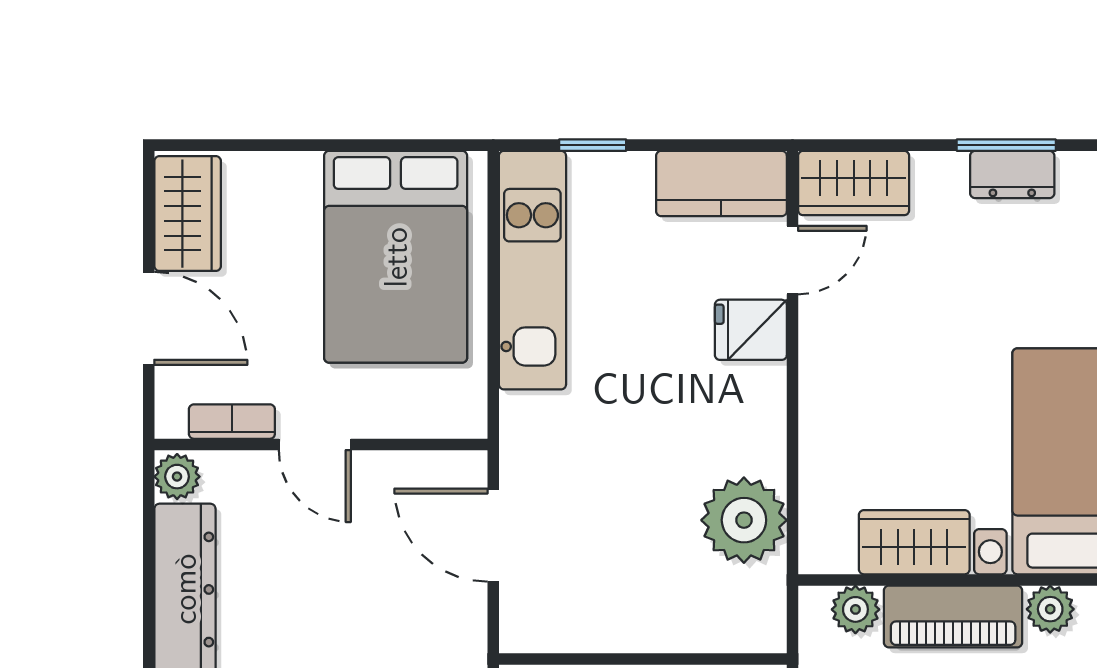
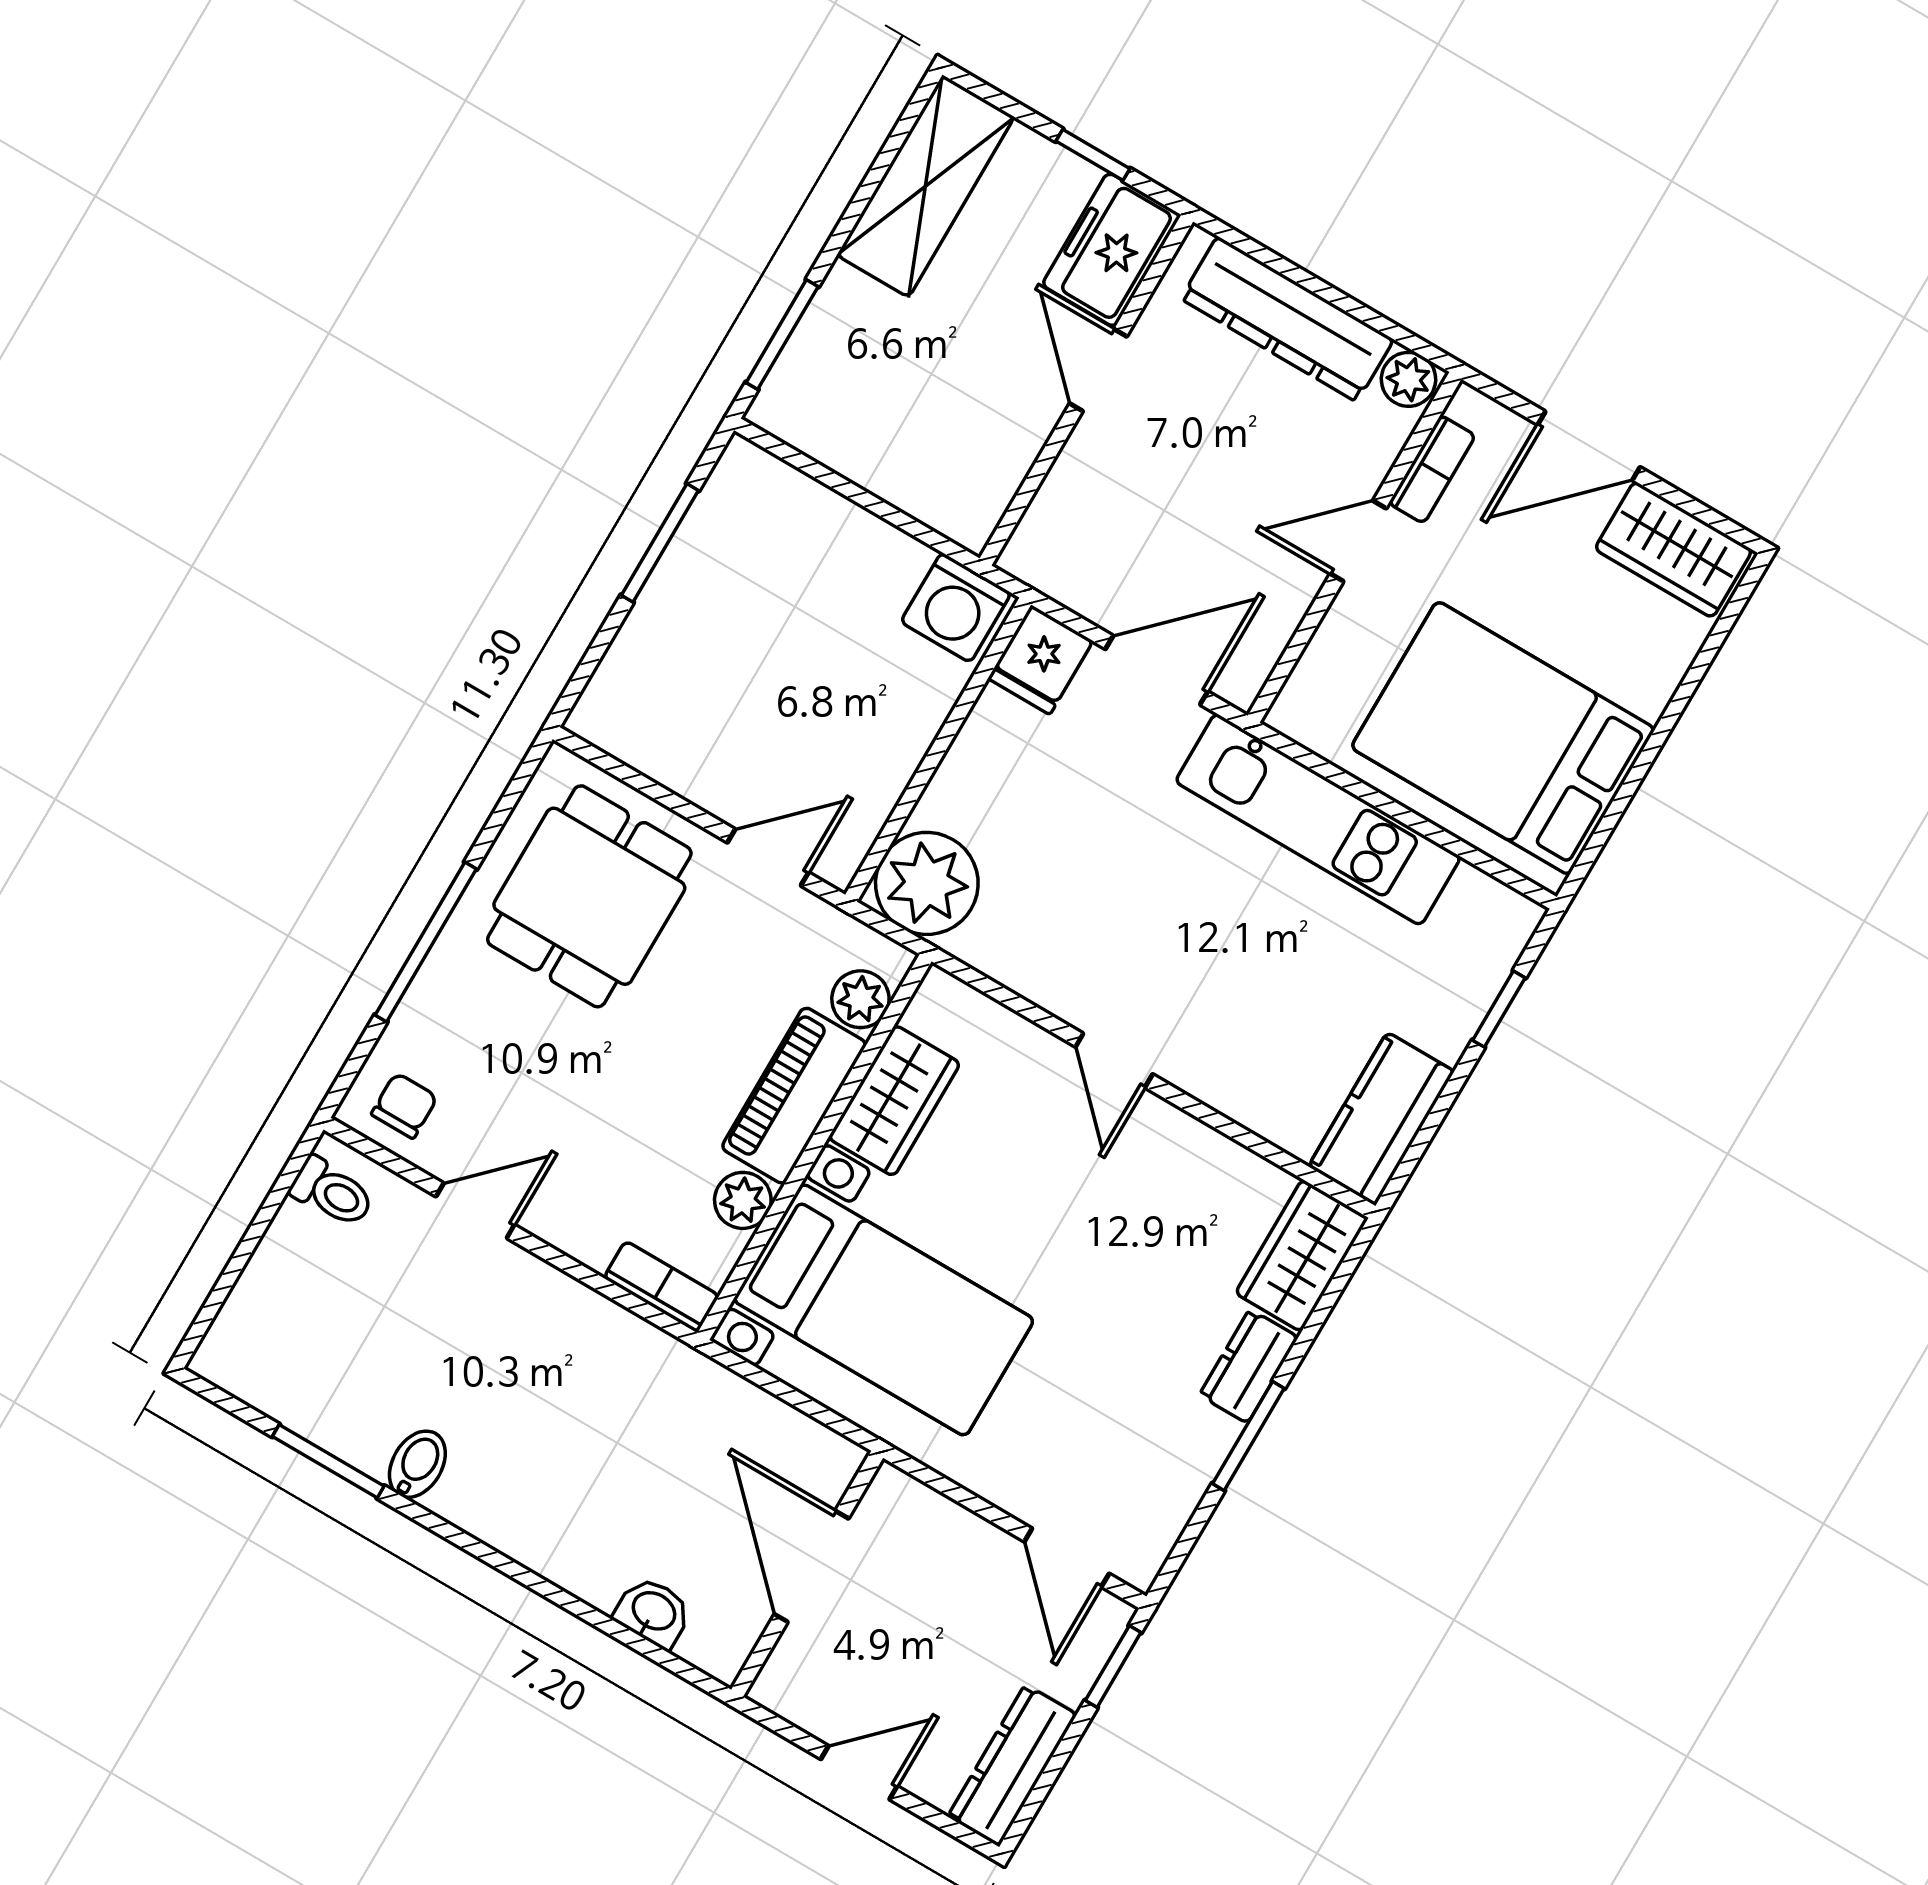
dresser: (1012, 174) -> (1249, 1366), moved
door: (792, 260) -> (1114, 1060), moved
kitchen unit: (532, 270) -> (1318, 819), moved
fridge: (751, 330) -> (1040, 660), moved, turned 180
plant: (744, 520) -> (927, 883), moved

